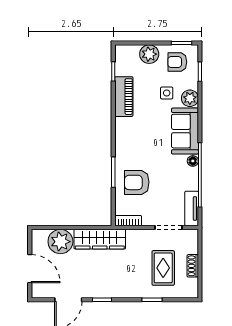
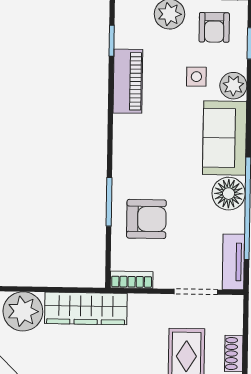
armchair: (177, 62) -> (214, 27), turned -90
floor lamp: (193, 161) -> (229, 194), width x1.89, depth x1.89
armchair: (137, 182) -> (146, 219), turned 180

